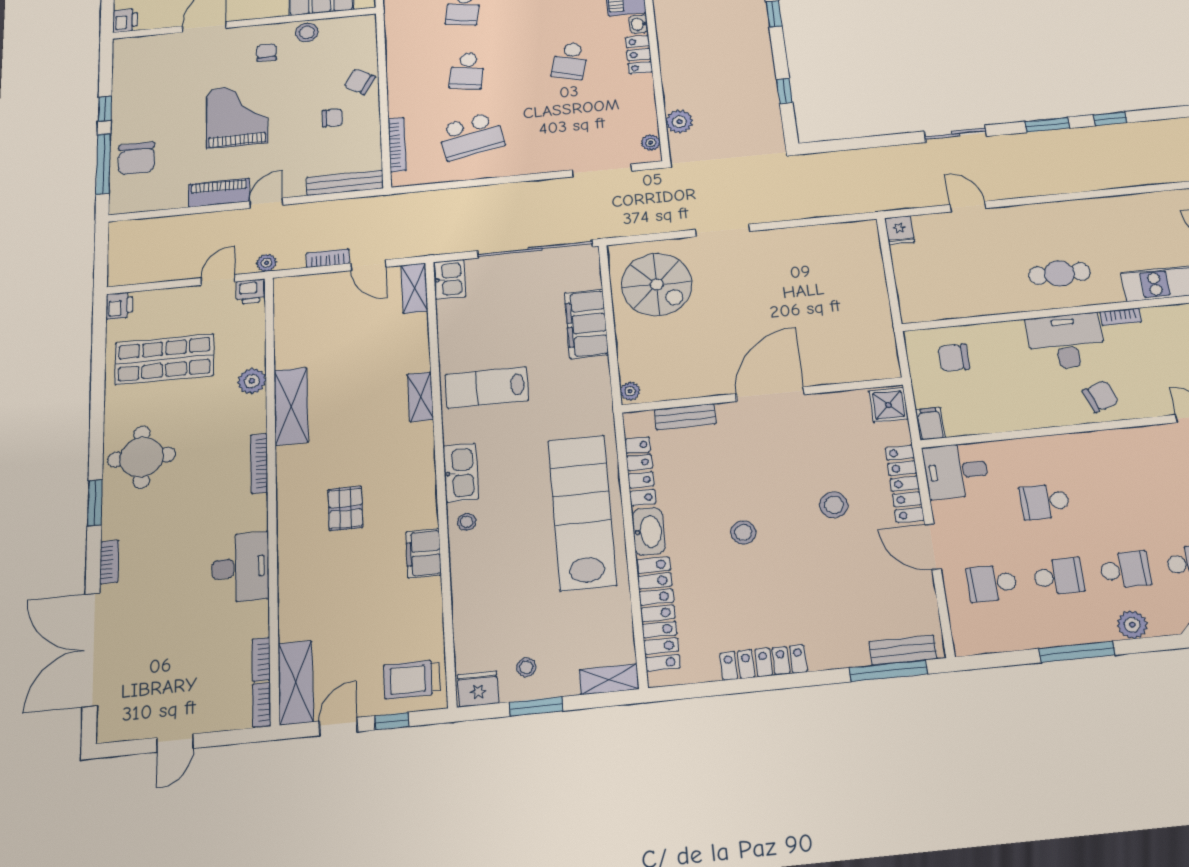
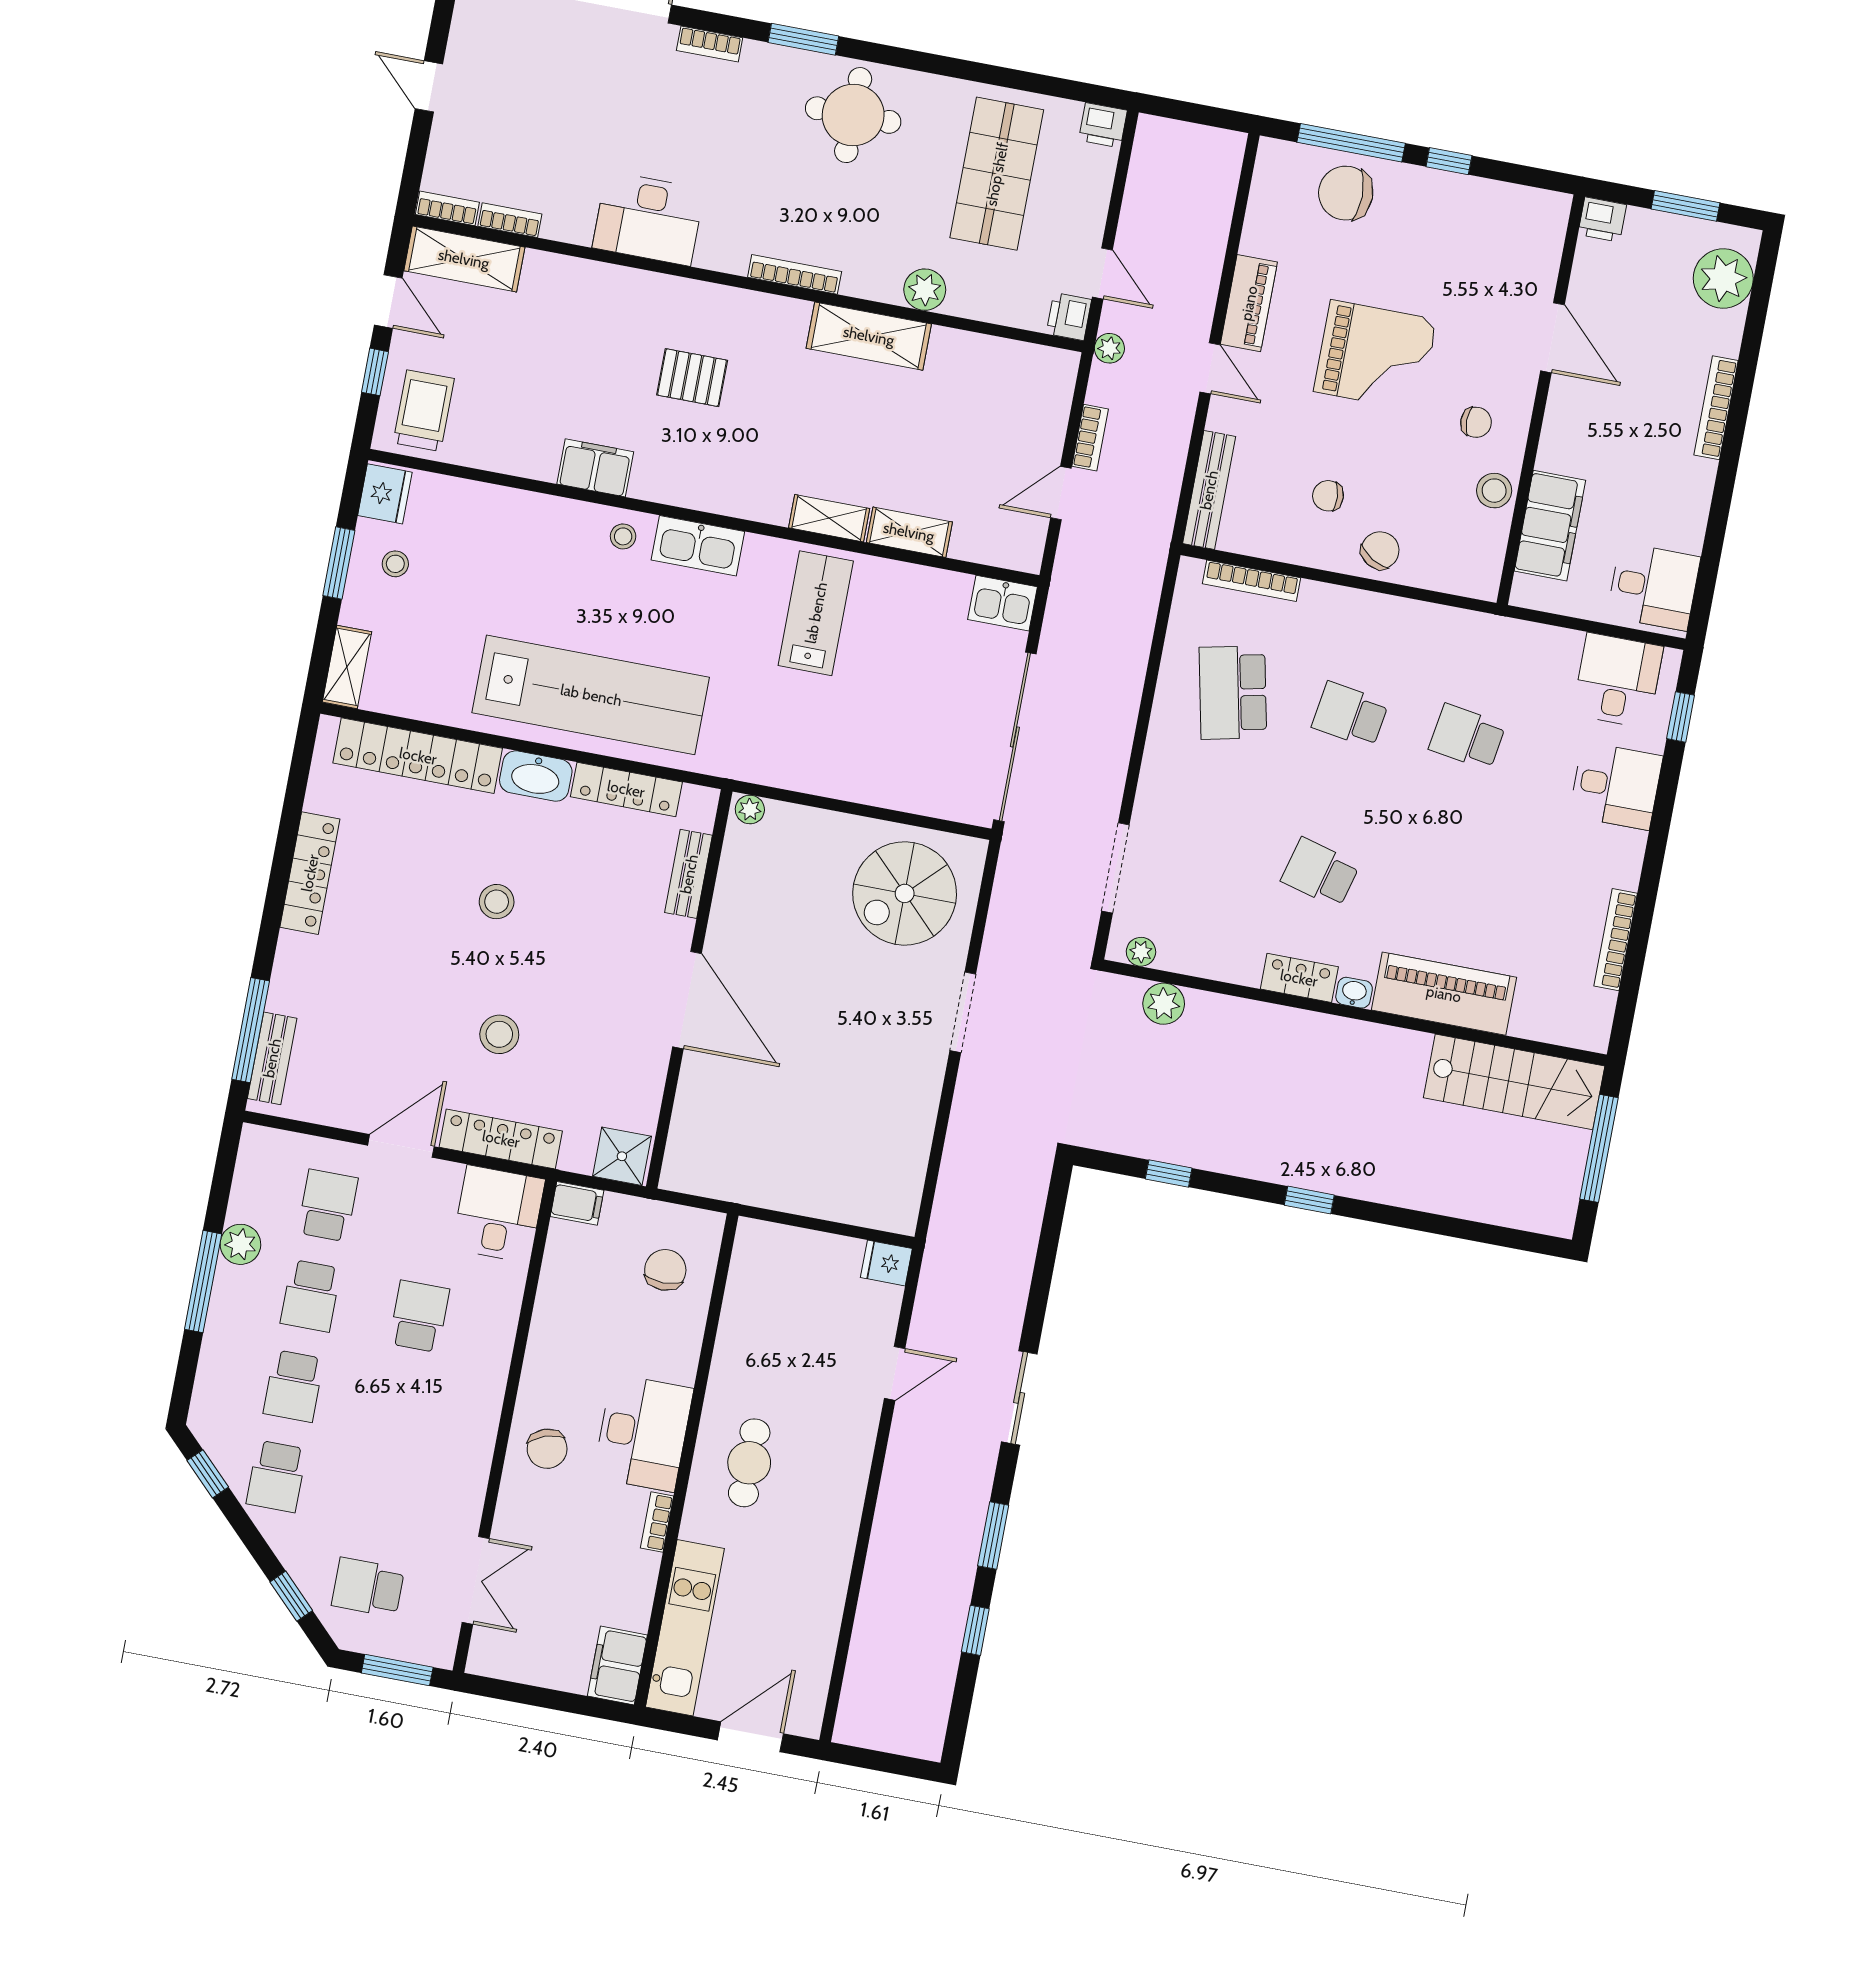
chair: (332, 118) -> (1328, 496), turned 86
shelving: (414, 288) -> (909, 532), moved
filing cabinet: (586, 324) -> (873, 778), removed
plant: (1132, 625) -> (240, 1244), moved

